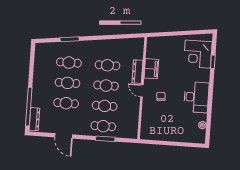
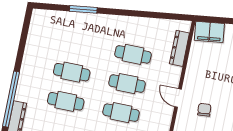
cafe table: (69, 63) -> (78, 43), removed
filing cabinet: (151, 69) -> (209, 32), moved, turned 83
dresser: (137, 72) -> (179, 48), moved

